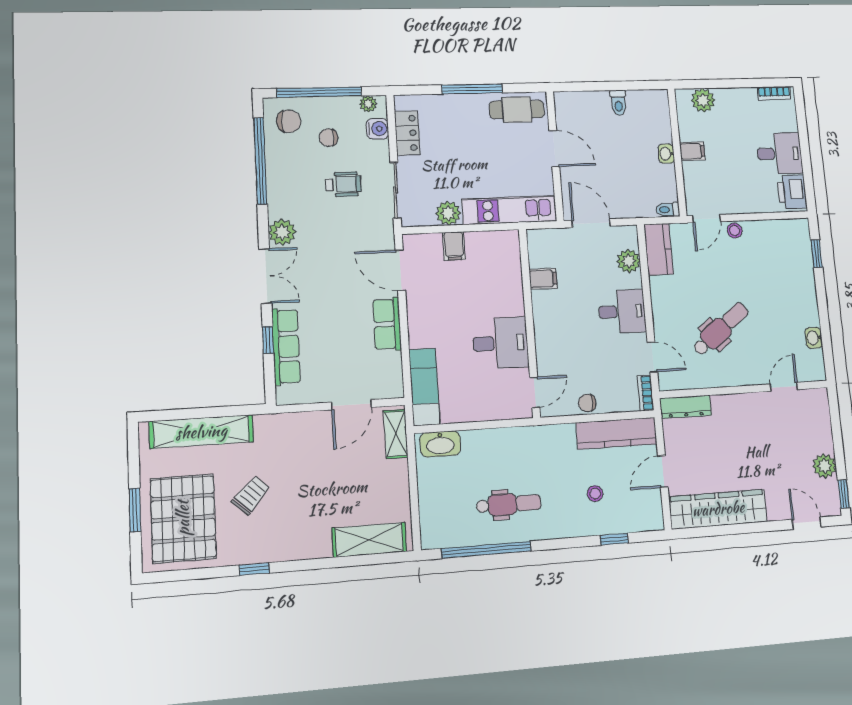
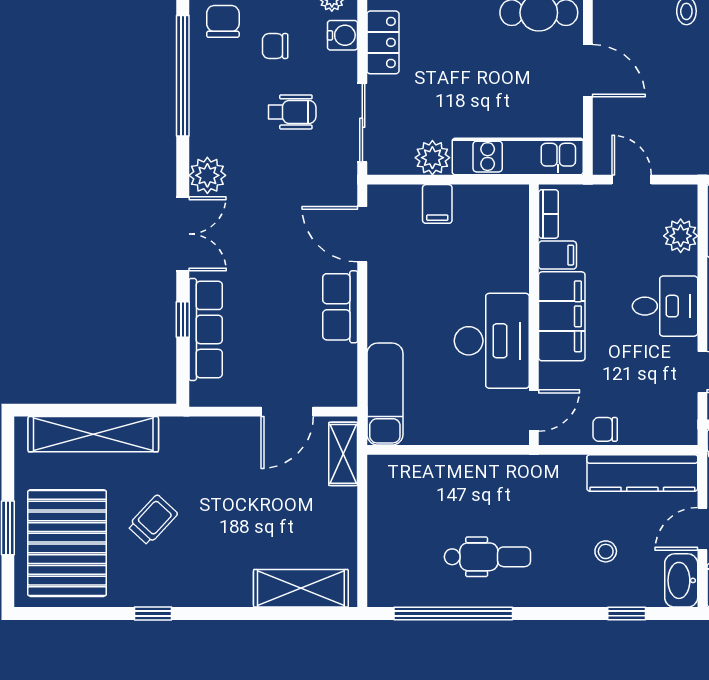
chair: (289, 121) -> (223, 21), turned -90
door: (591, 223) -> (632, 180), width x0.73
filing cabinet: (550, 323) -> (562, 316), added
desk: (500, 343) -> (492, 341), width x1.37
bookcase: (645, 393) -> (548, 214), moved, turned 180
washbasin: (440, 444) -> (681, 580), moved, turned 90

